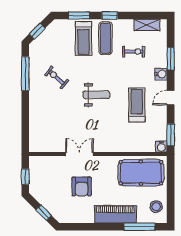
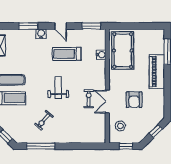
exercise bike: (134, 52) -> (89, 99), moved
water cooler: (161, 147) -> (101, 55), moved
armchair: (82, 186) -> (134, 100), turned 90
stool: (156, 207) -> (120, 126), moved

